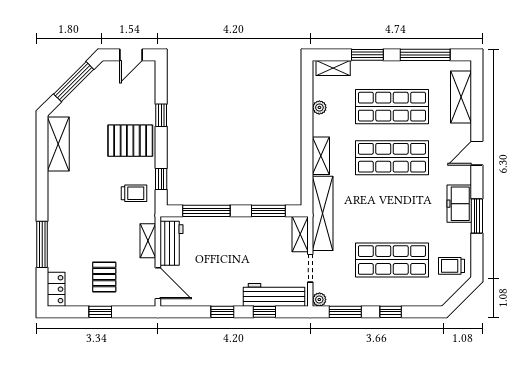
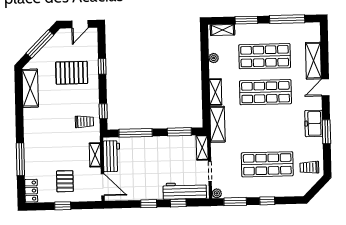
shelving: (461, 97) -> (313, 61), moved
pallet: (130, 141) -> (72, 73), moved
shelving: (323, 213) -> (217, 124), width x0.68

